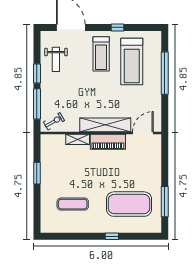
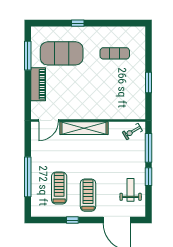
treadmill: (132, 61) -> (59, 188), width x0.73, depth x0.73
shelving: (78, 139) -> (110, 114), removed
piano: (108, 142) -> (38, 84), moved, turned 90

